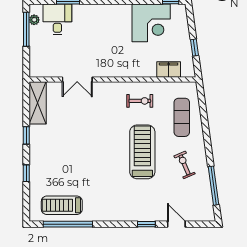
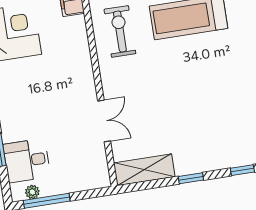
exercise bike: (140, 101) -> (120, 31), width x1.38, depth x1.39

